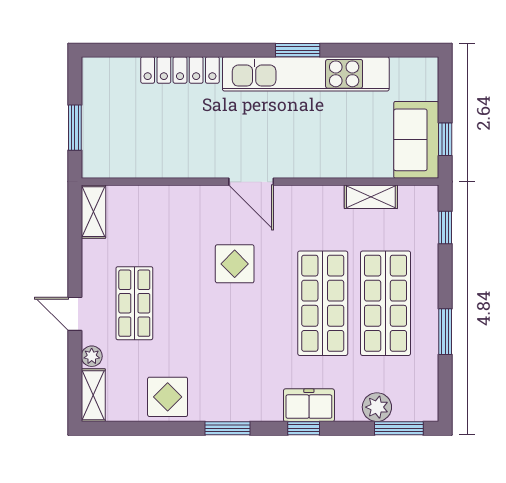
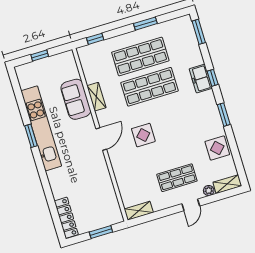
locker: (180, 70) -> (66, 218), moved
window: (445, 139) -> (40, 56), moved
sofa: (416, 140) -> (76, 99), moved, turned 90
shelving: (371, 197) -> (96, 97), moved
plant: (377, 407) -> (192, 45), removed

